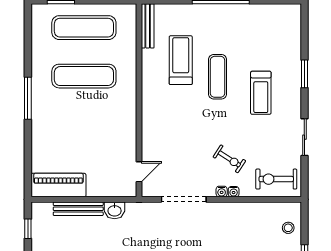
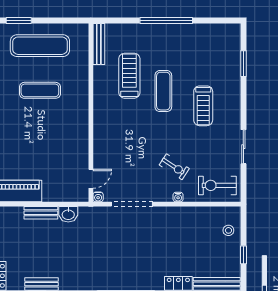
window: (304, 74) -> (243, 64), moved
exercise mat: (84, 76) -> (40, 90), width x0.73, depth x0.69
water cooler: (222, 192) -> (98, 197), moved
bench: (78, 209) -> (41, 213), width x0.73

